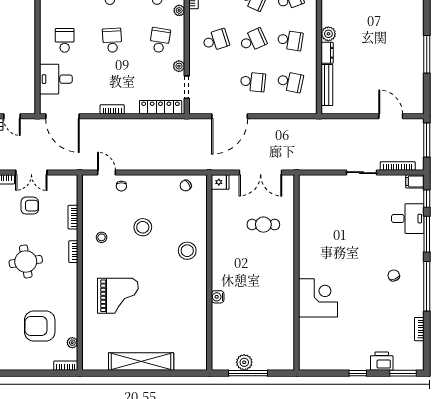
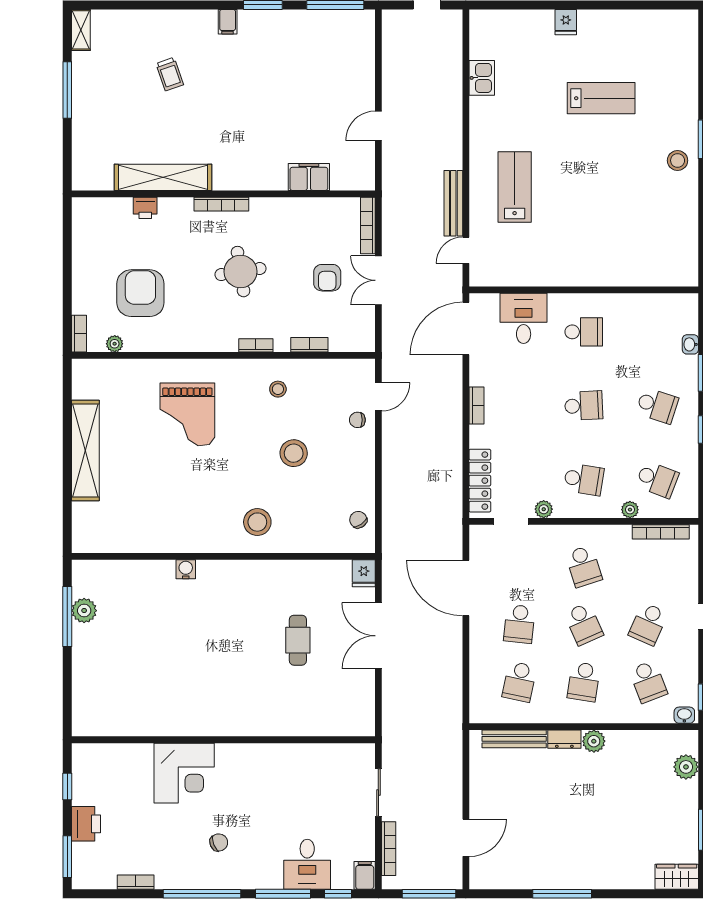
wall: (297, 273) -> (223, 740), moved
corner desk: (318, 298) -> (184, 773), moved

